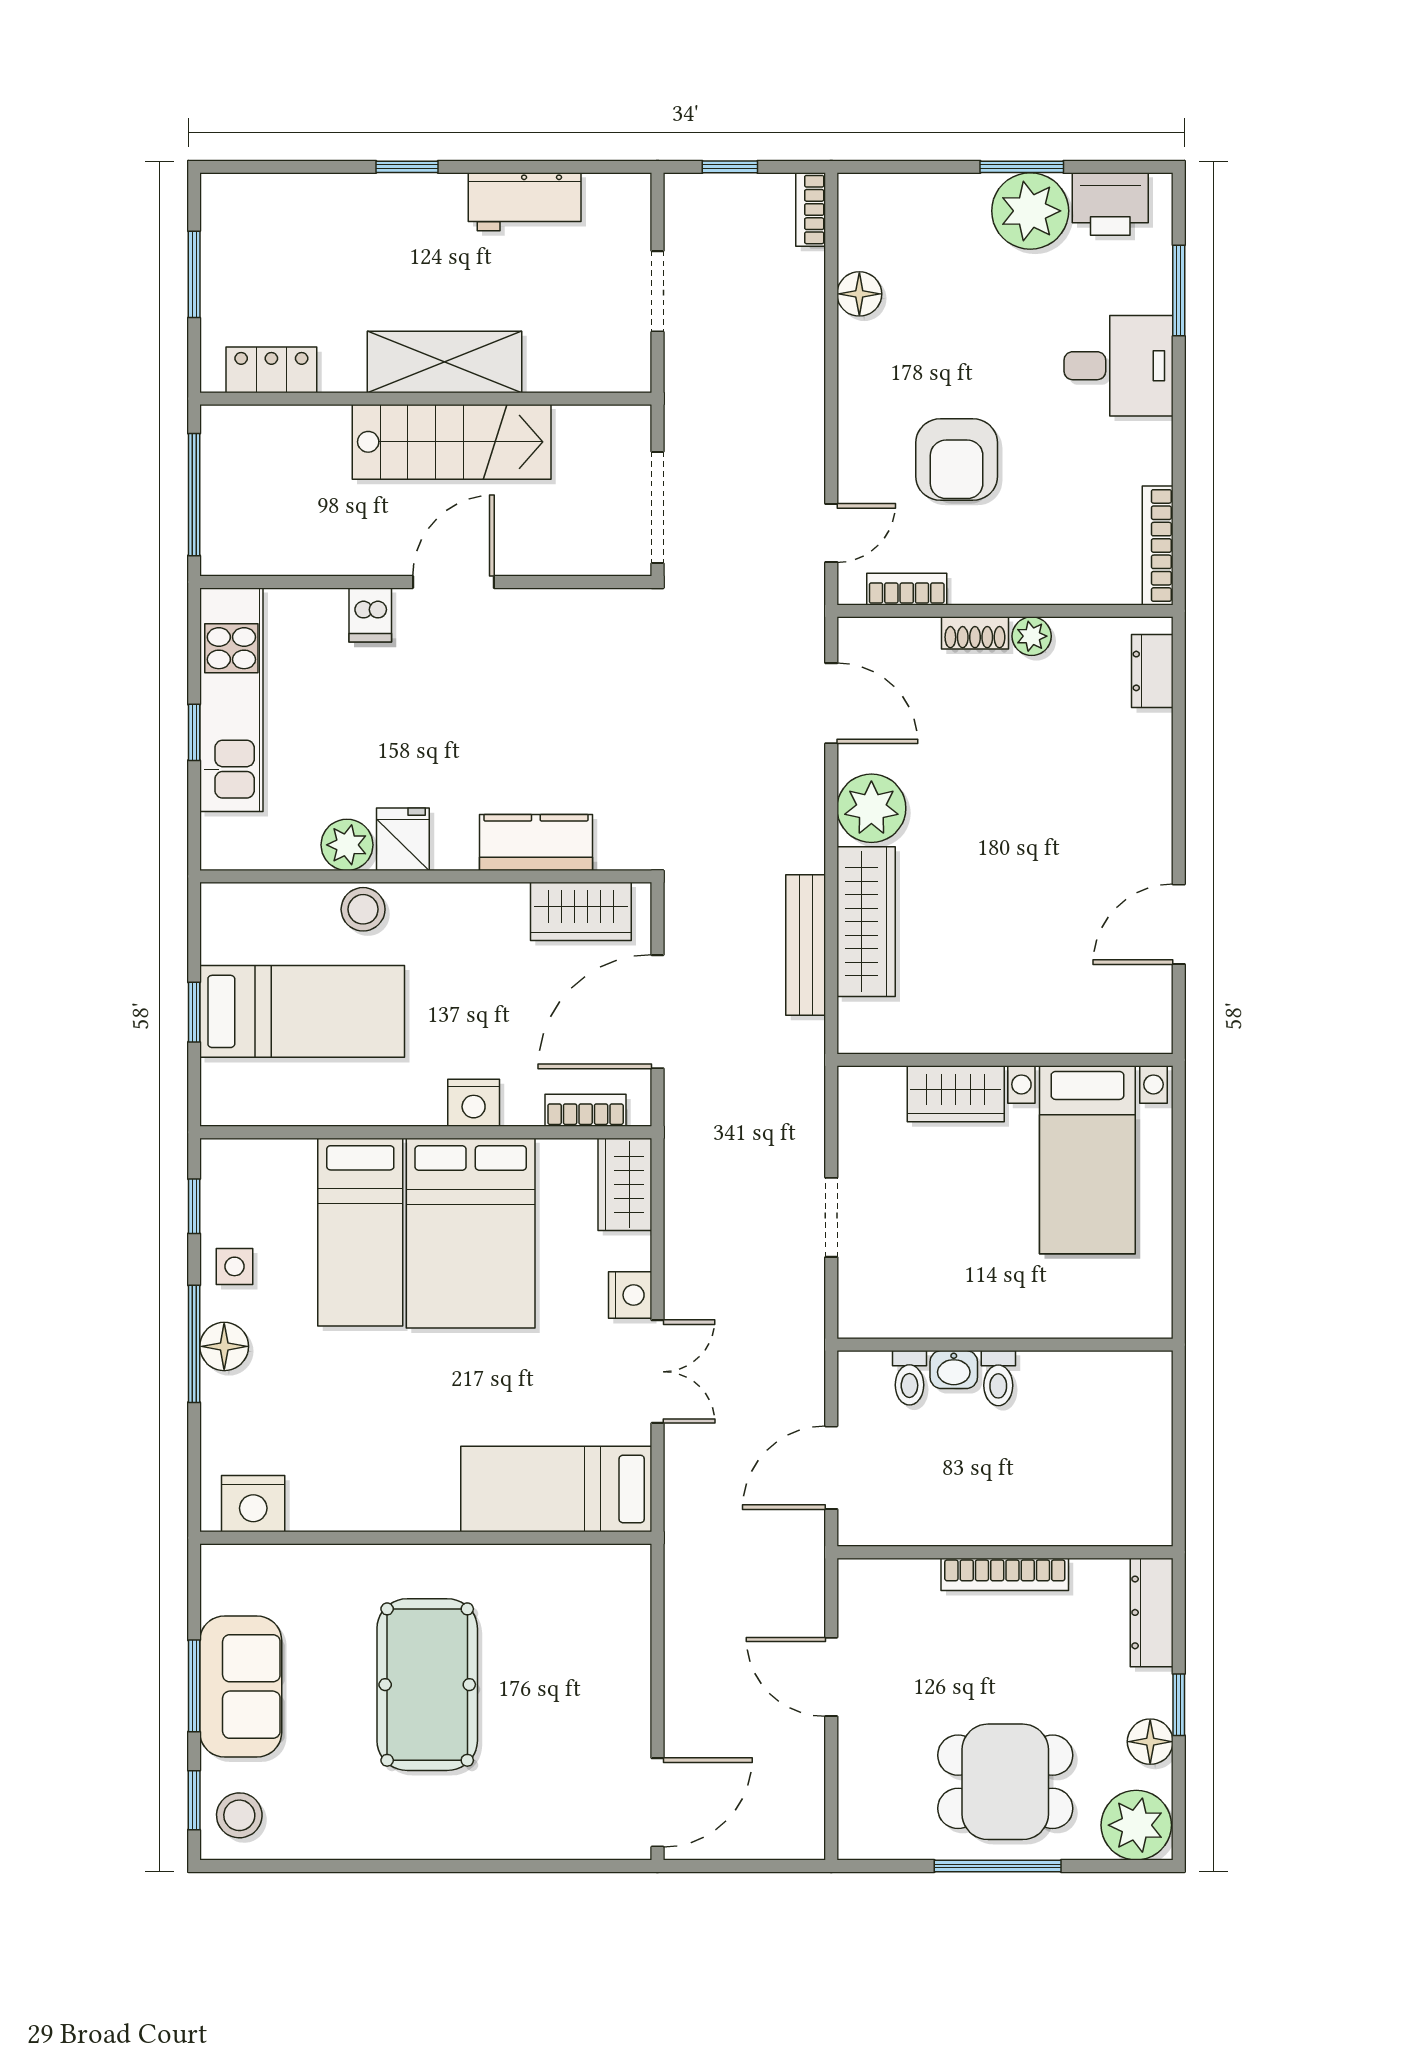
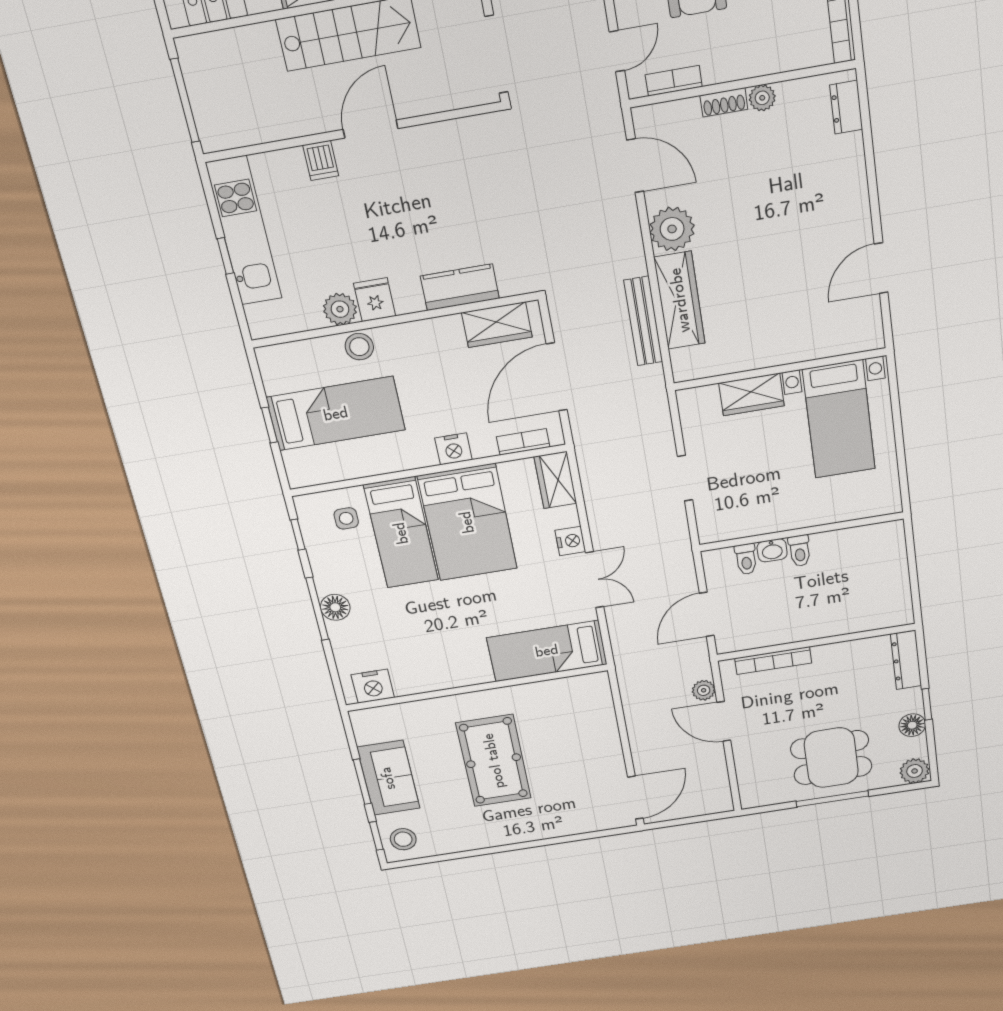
side table: (234, 1266) -> (346, 518), moved
bookcase: (1005, 1574) -> (773, 661), moved
plant: (806, 1610) -> (704, 690), added
plant: (1136, 1825) -> (915, 771), width x0.73, depth x0.73

